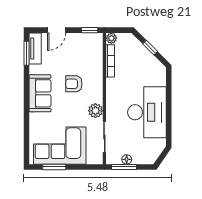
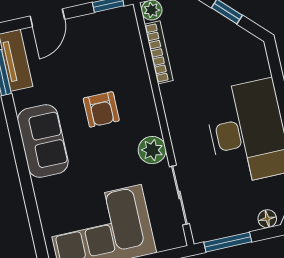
armchair: (74, 84) -> (101, 109), turned -90
floor lamp: (127, 159) -> (267, 219), moved

